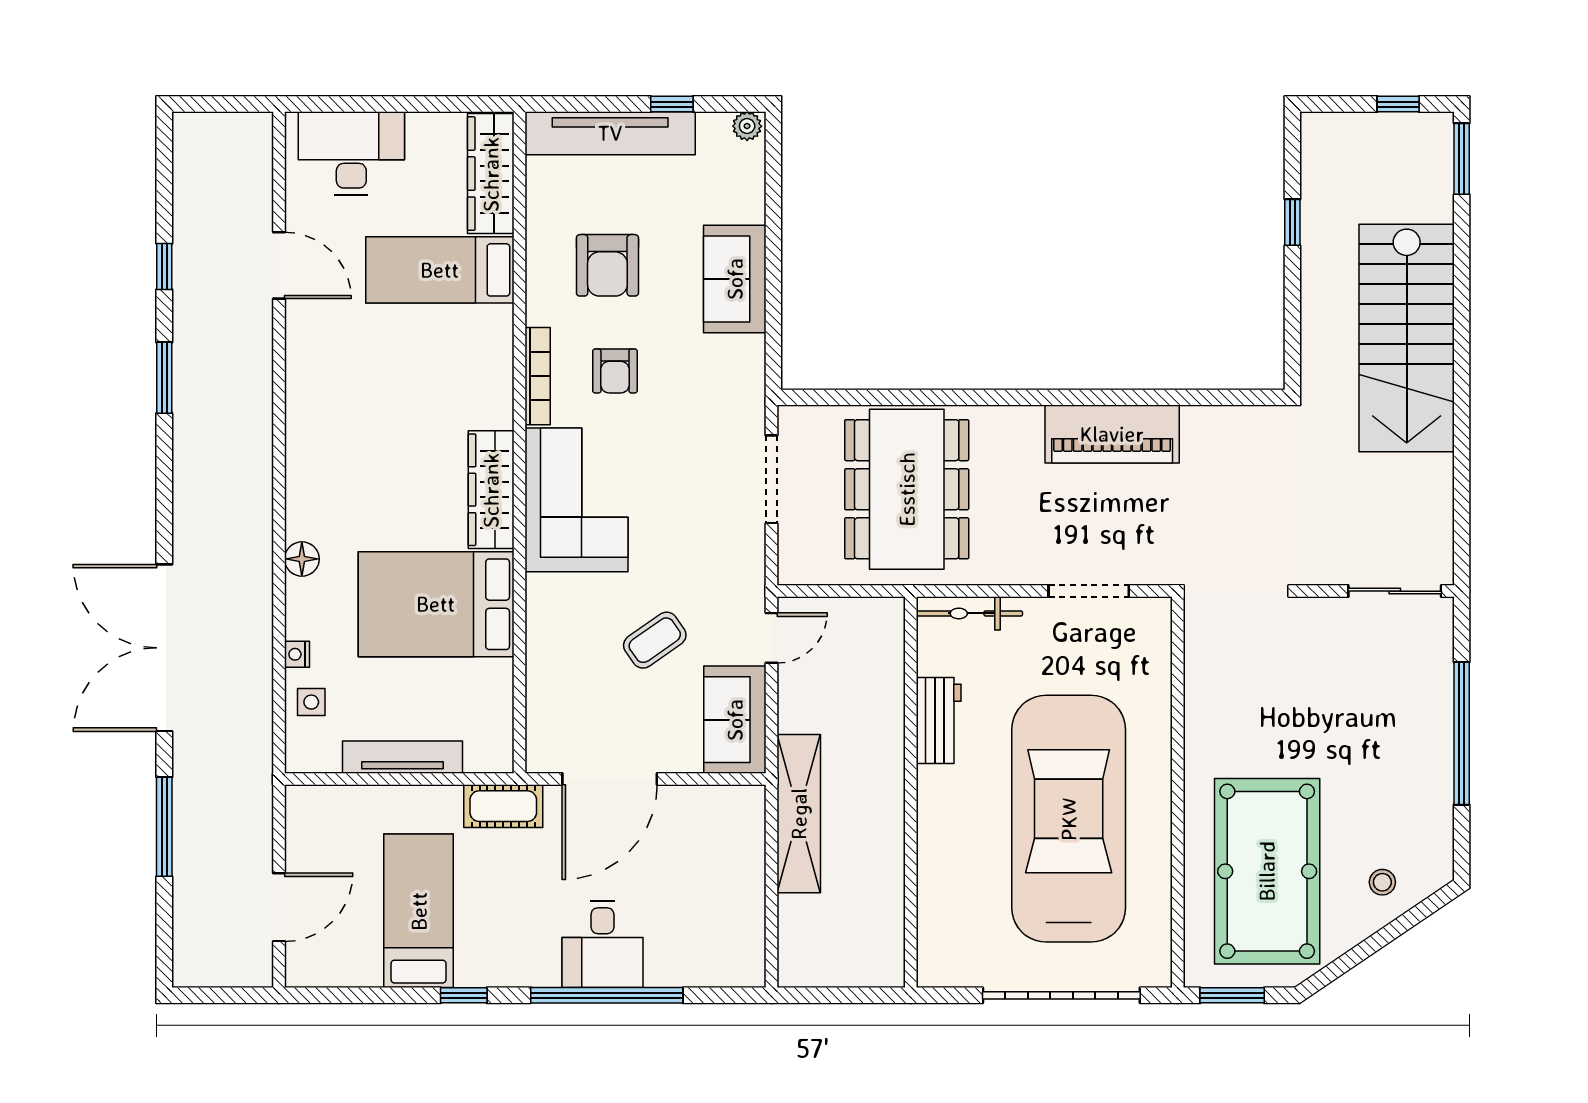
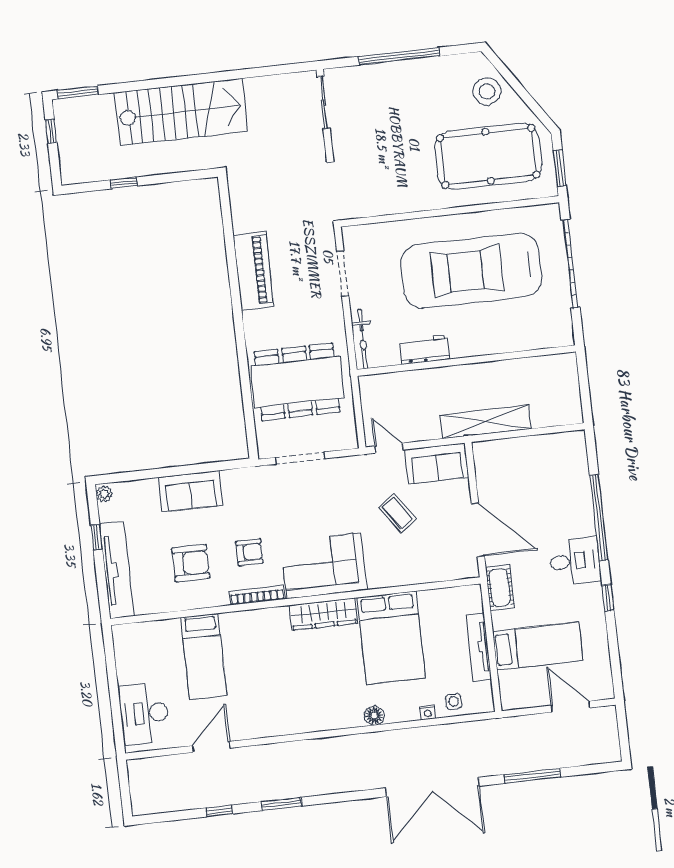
wardrobe: (491, 174) -> (147, 634), removed
stool: (1382, 882) -> (487, 91), width x1.89, depth x1.89
bed: (419, 911) -> (538, 646), moved, turned 180
desk: (602, 944) -> (575, 561), moved

